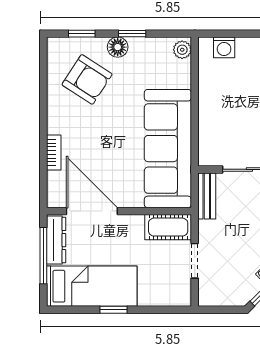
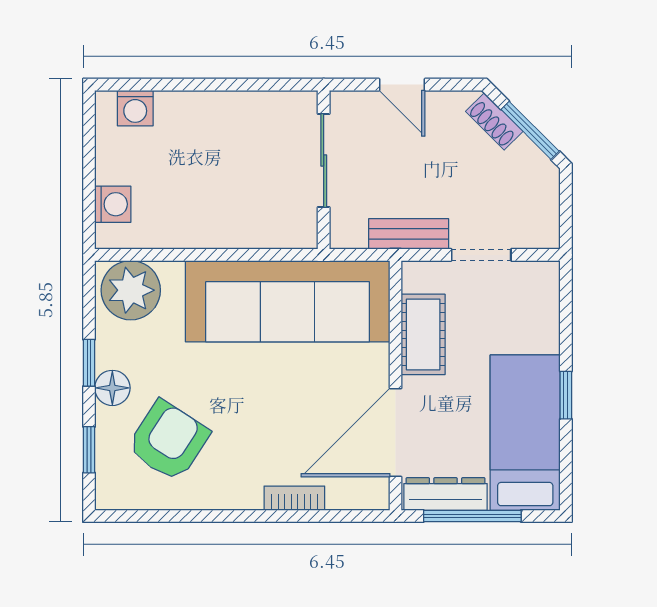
plant: (182, 50) -> (131, 290), width x1.88, depth x1.88
bench: (207, 196) -> (409, 234), moved
cot: (168, 227) -> (423, 334), moved

